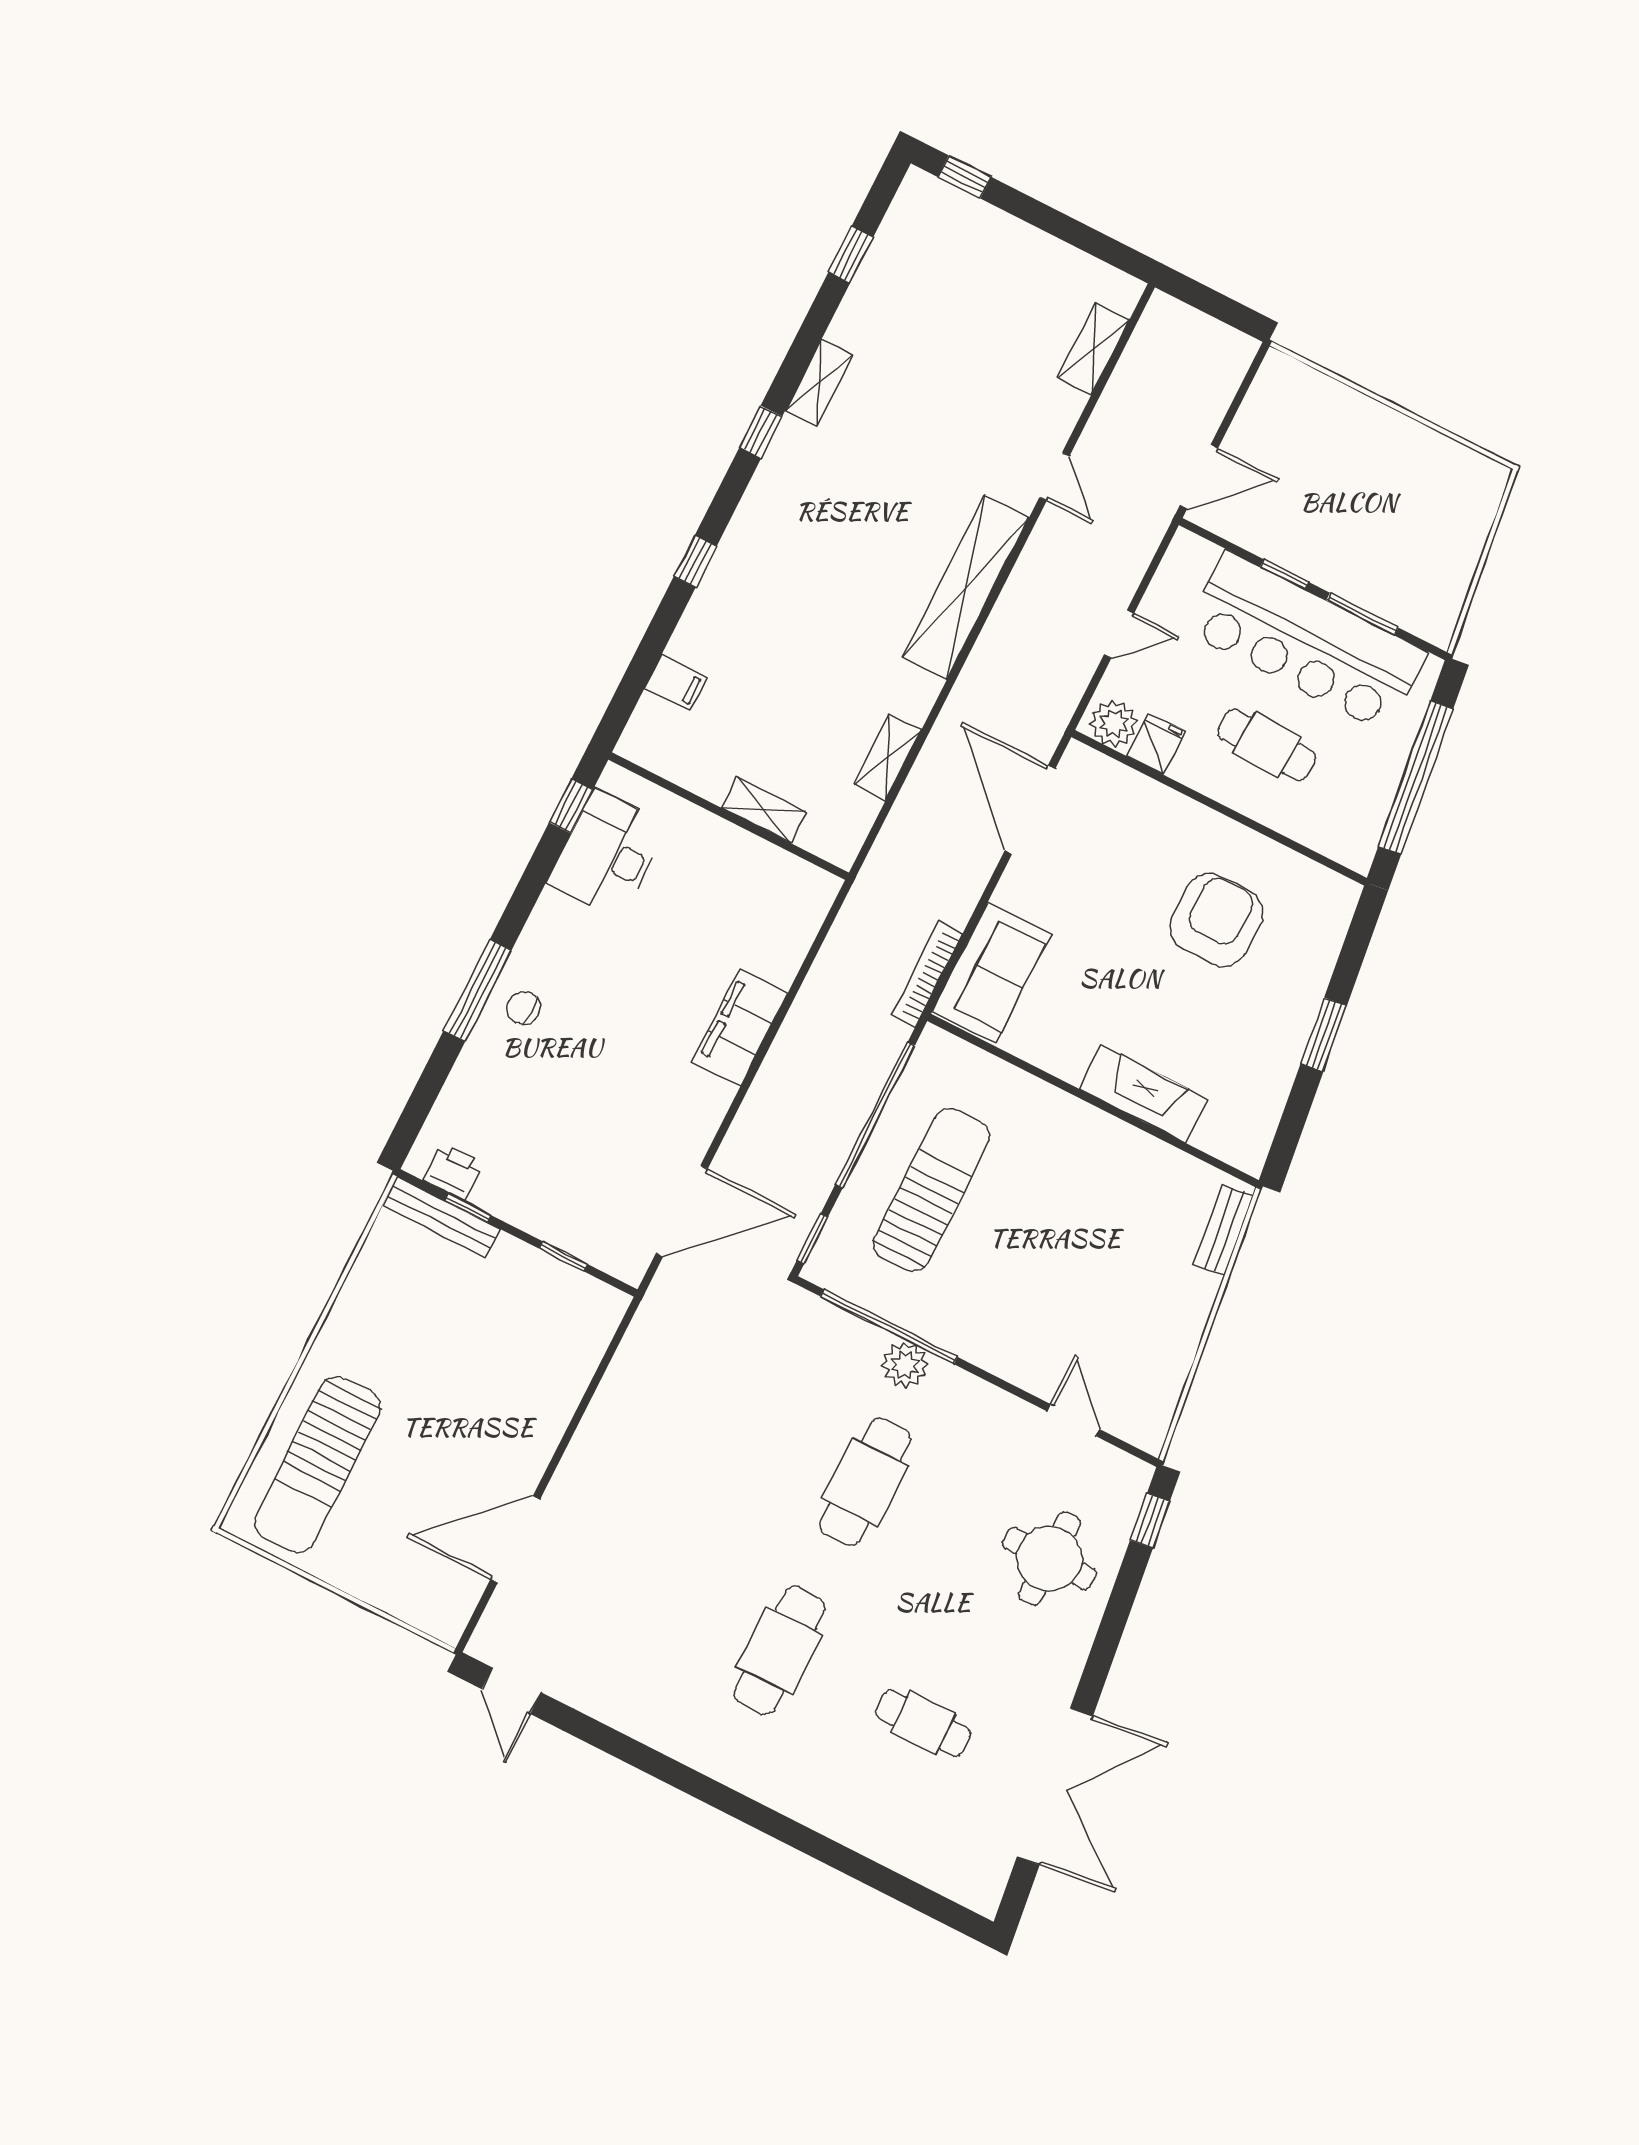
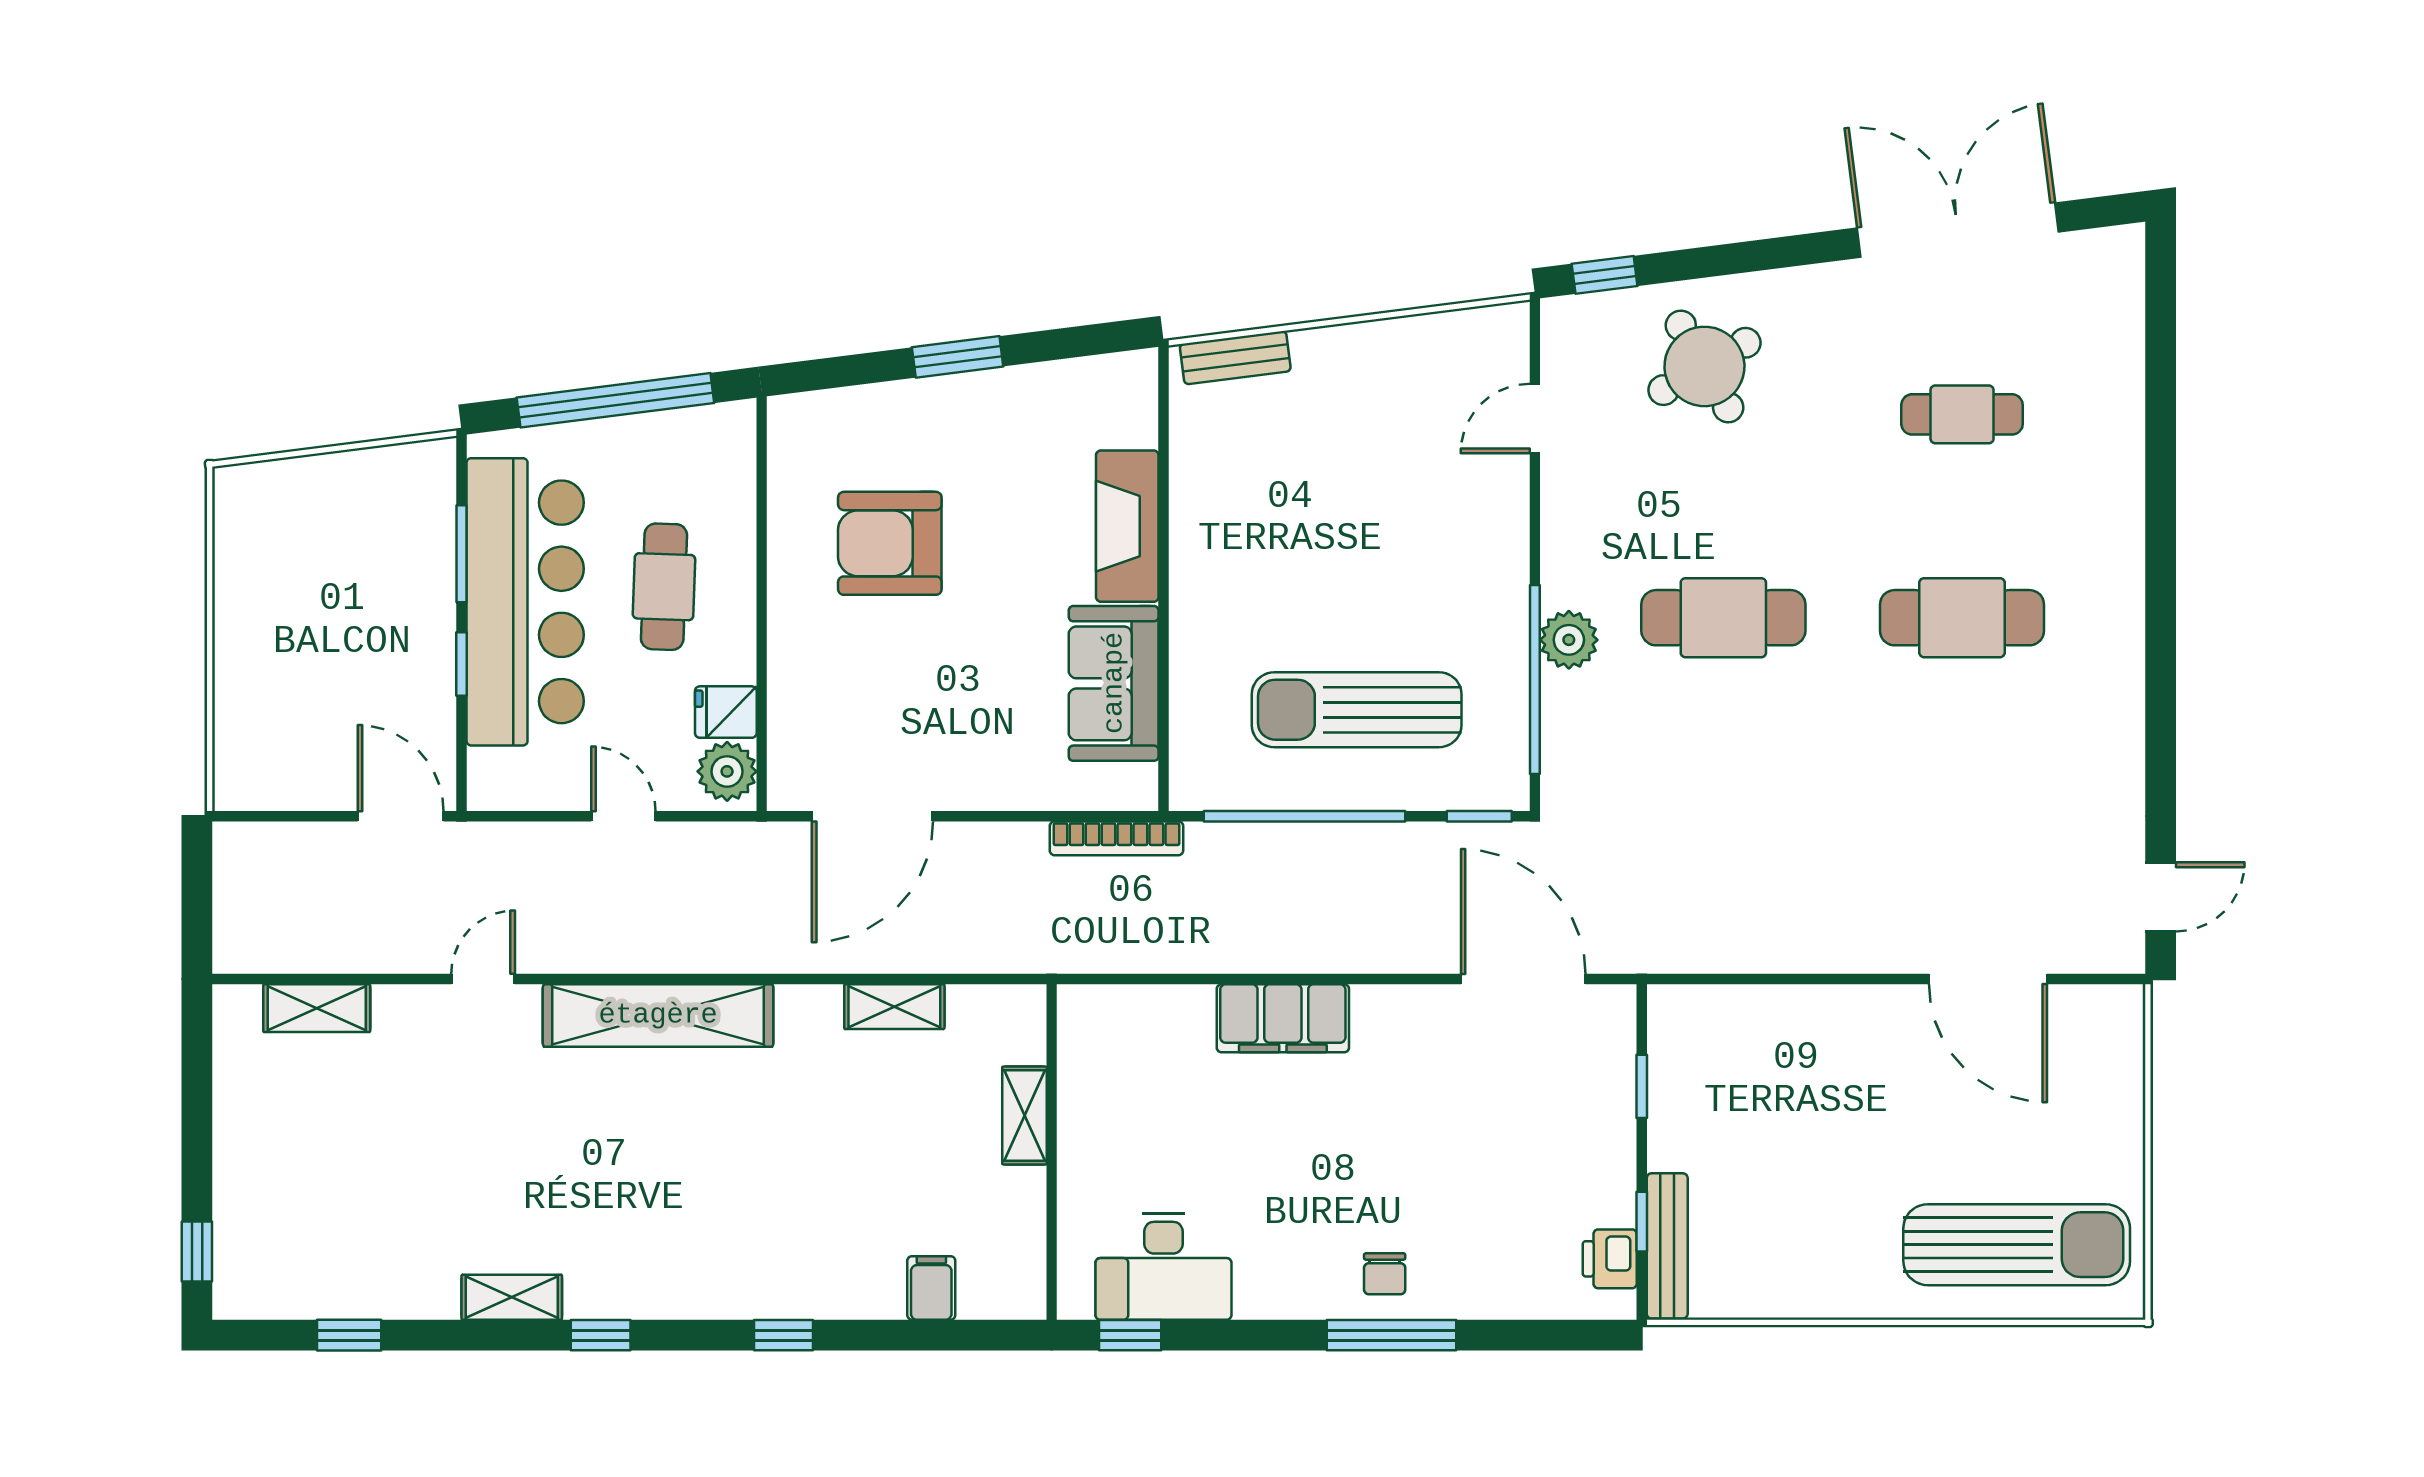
sofa: (992, 972) -> (1114, 683), moved, turned -90
round table: (1049, 1559) -> (1704, 366), turned -31
cafe table: (923, 1723) -> (1962, 414), turned 90

